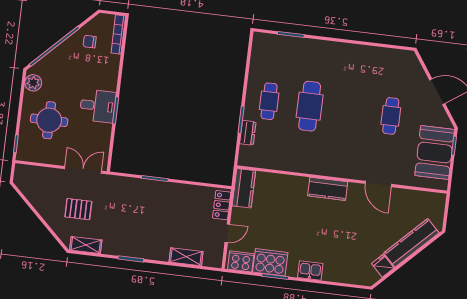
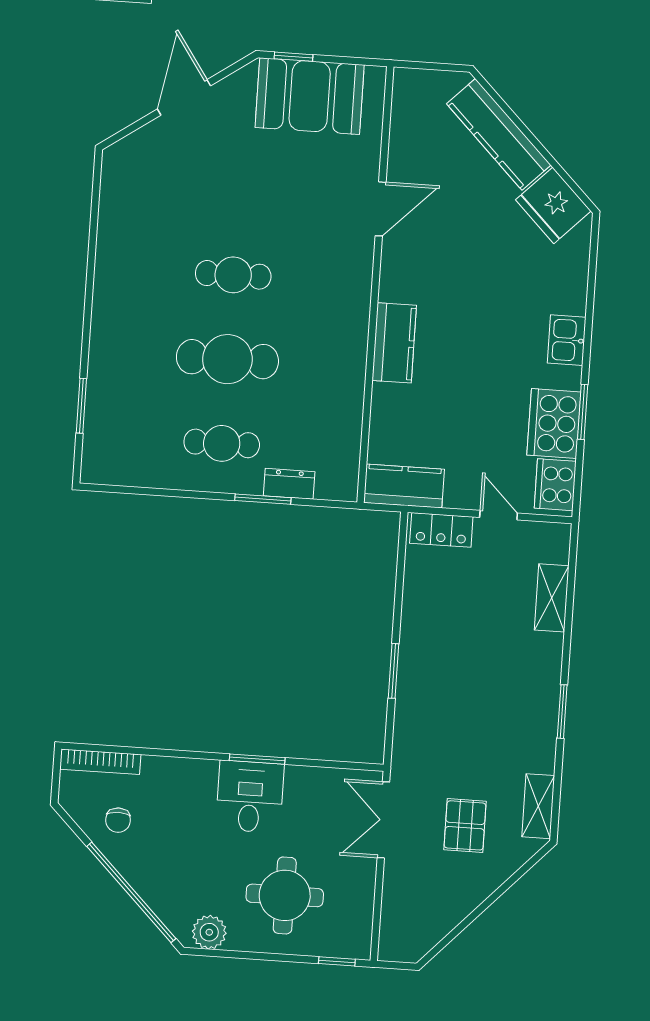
cafe table: (391, 116) -> (233, 275), moved
kitchen counter: (328, 189) -> (394, 343), moved
fridge: (383, 266) -> (553, 205), width x1.88, depth x1.34

